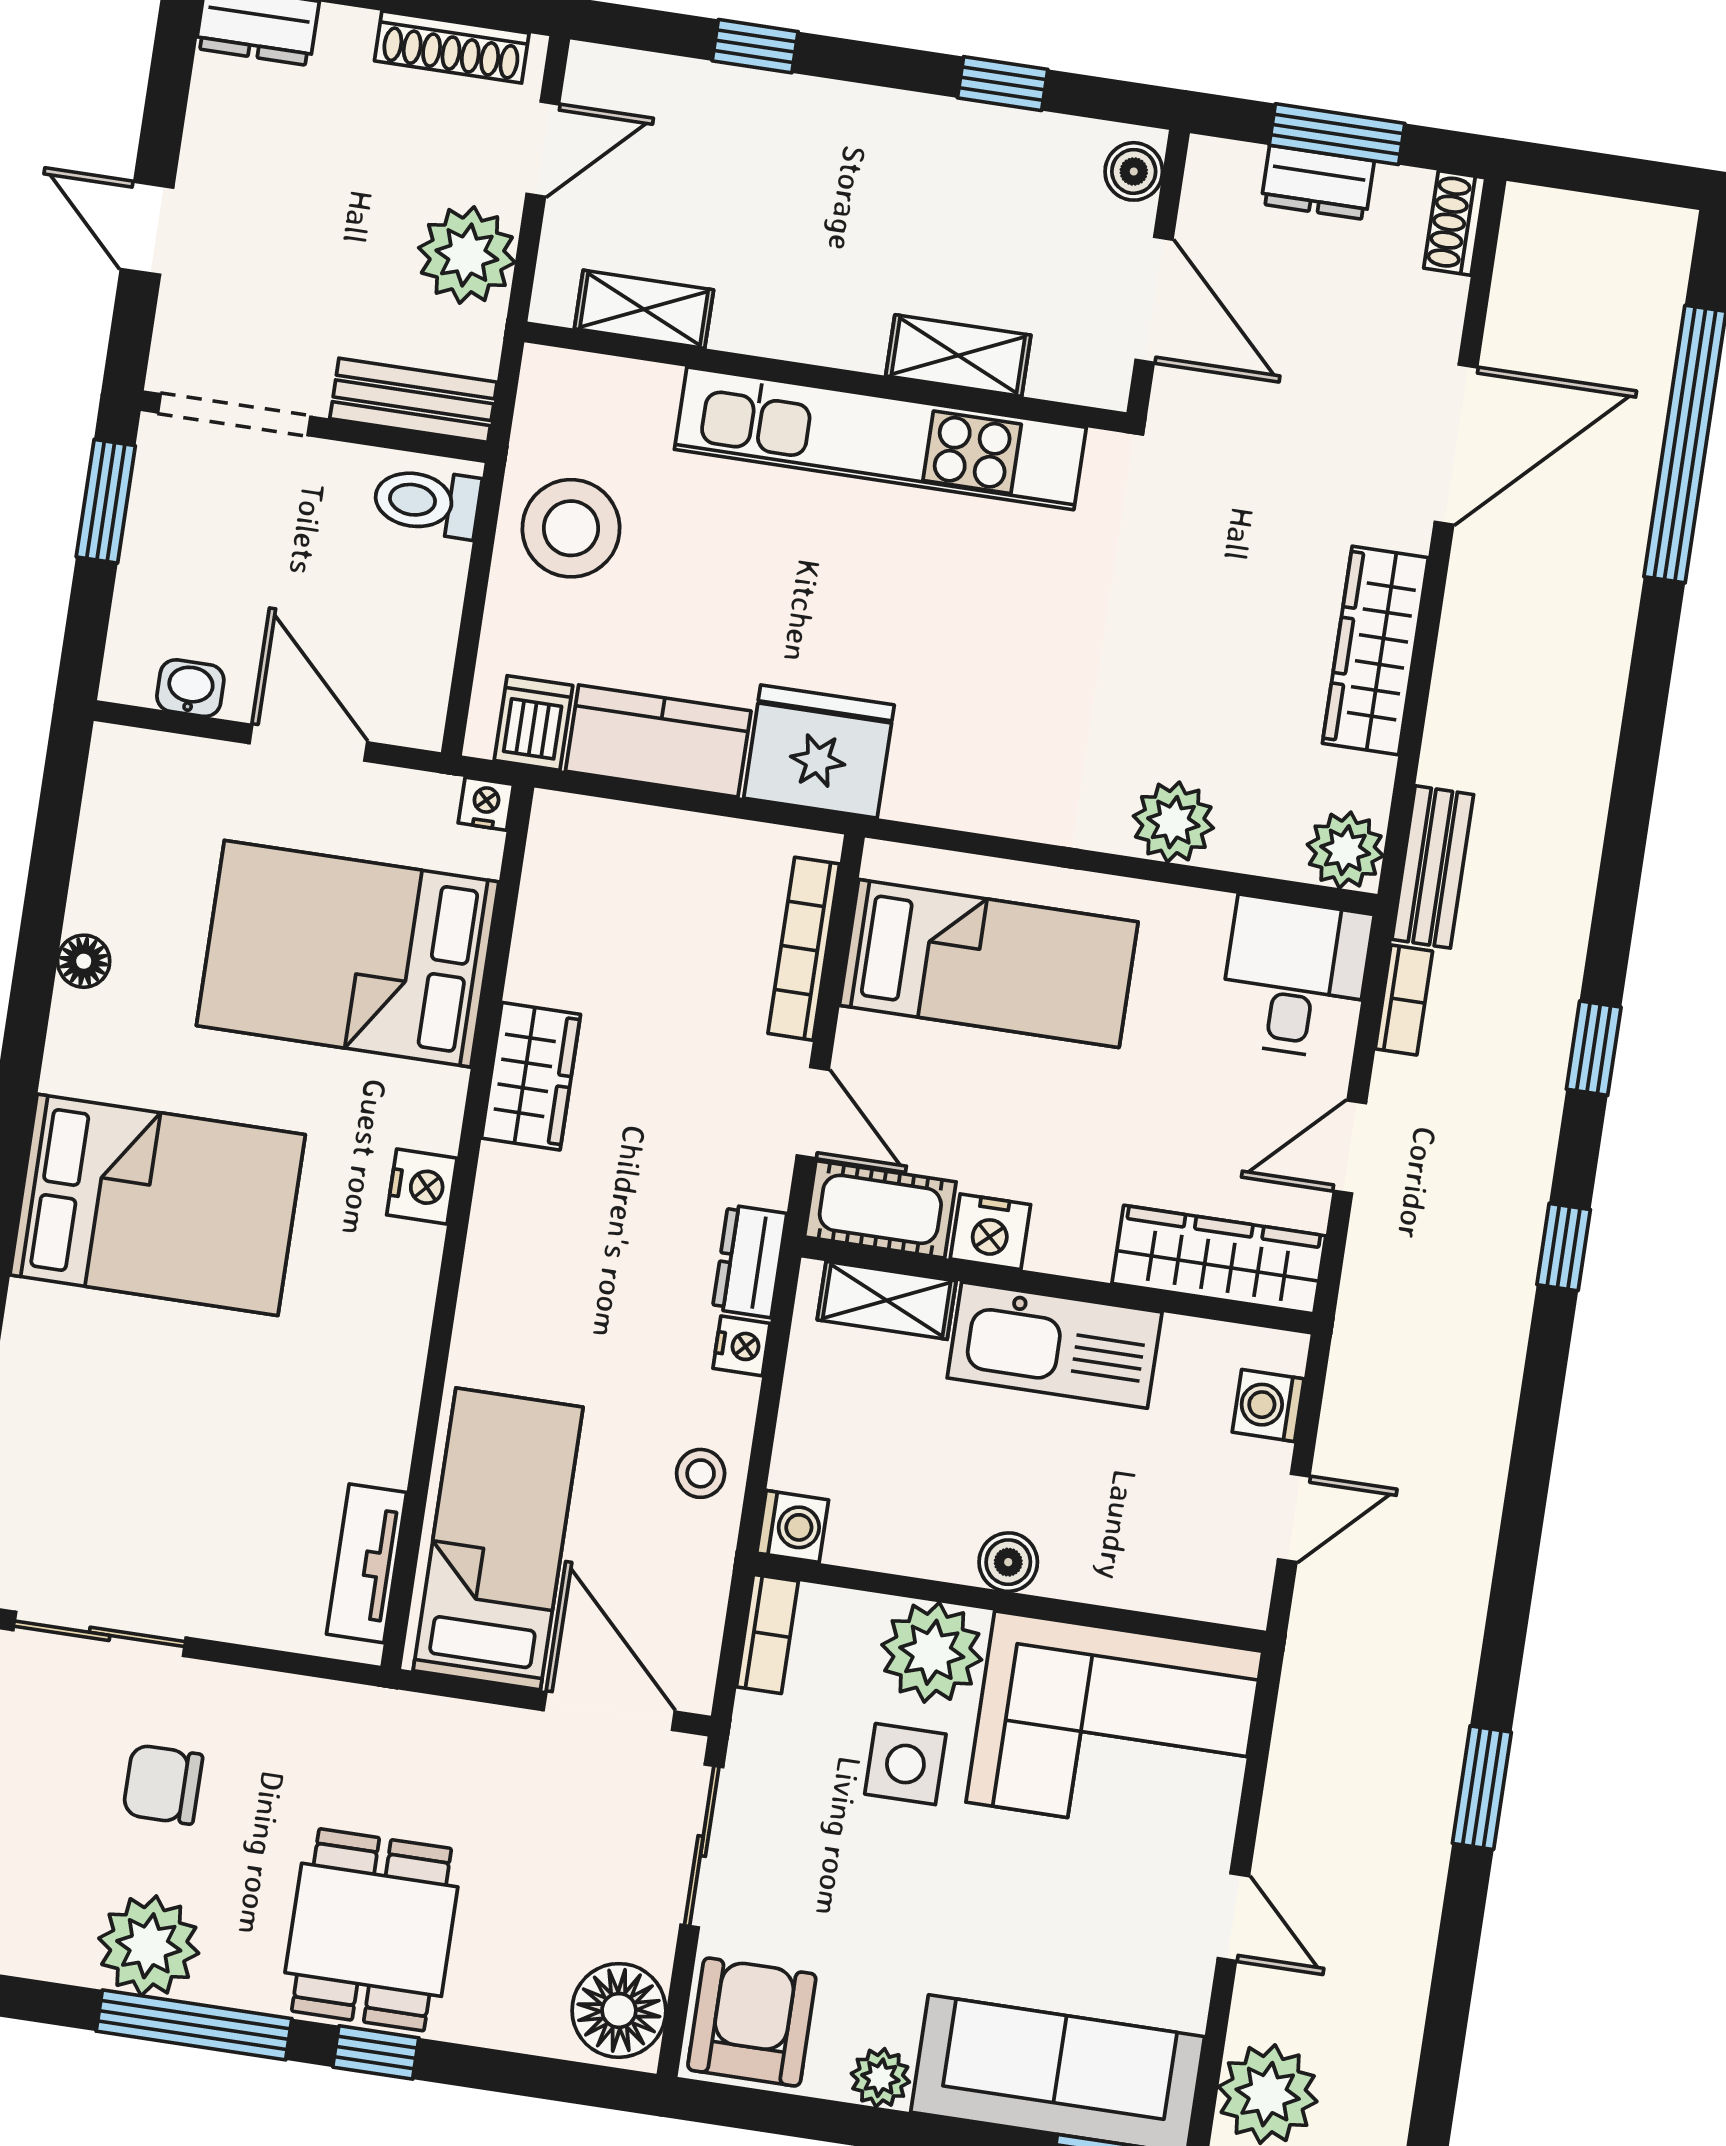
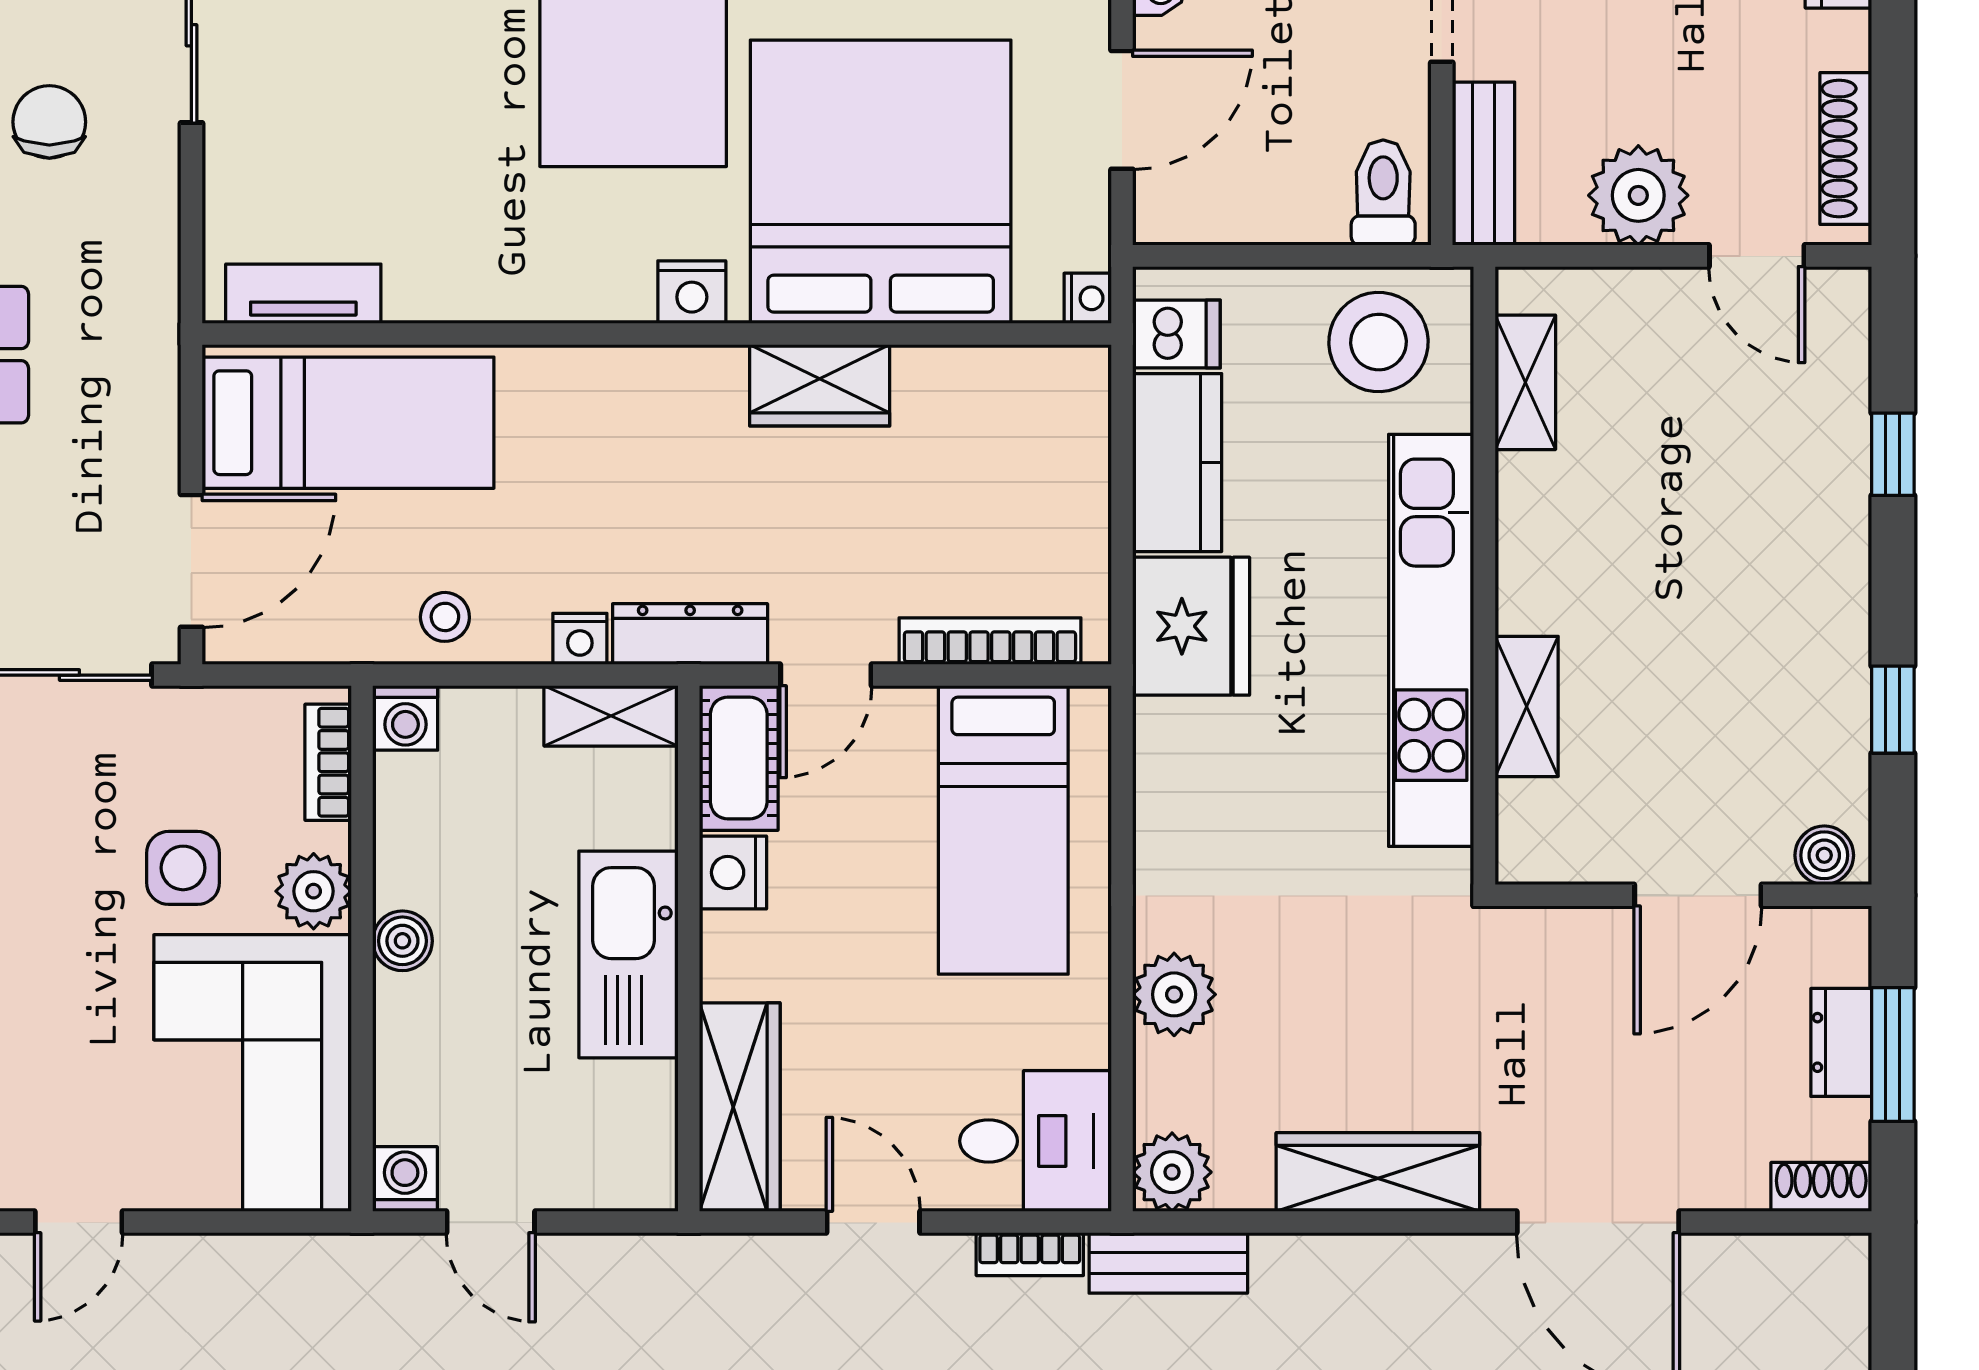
shelving: (644, 309) -> (1525, 382), moved
shelving: (958, 356) -> (1527, 706), moved
wall: (825, 377) -> (1484, 576), moved
kitchen unit: (880, 438) -> (1431, 640), moved
bed: (348, 954) -> (881, 182), width x1.36
dresser: (750, 1261) -> (690, 634), width x1.44
shelving: (887, 1300) -> (611, 716), moved, turned 90
washing machine: (1268, 1406) -> (405, 1179), moved
bookcase: (767, 1634) -> (328, 762), moved, turned 90
plant: (932, 1652) -> (314, 891), width x0.73, depth x0.73

